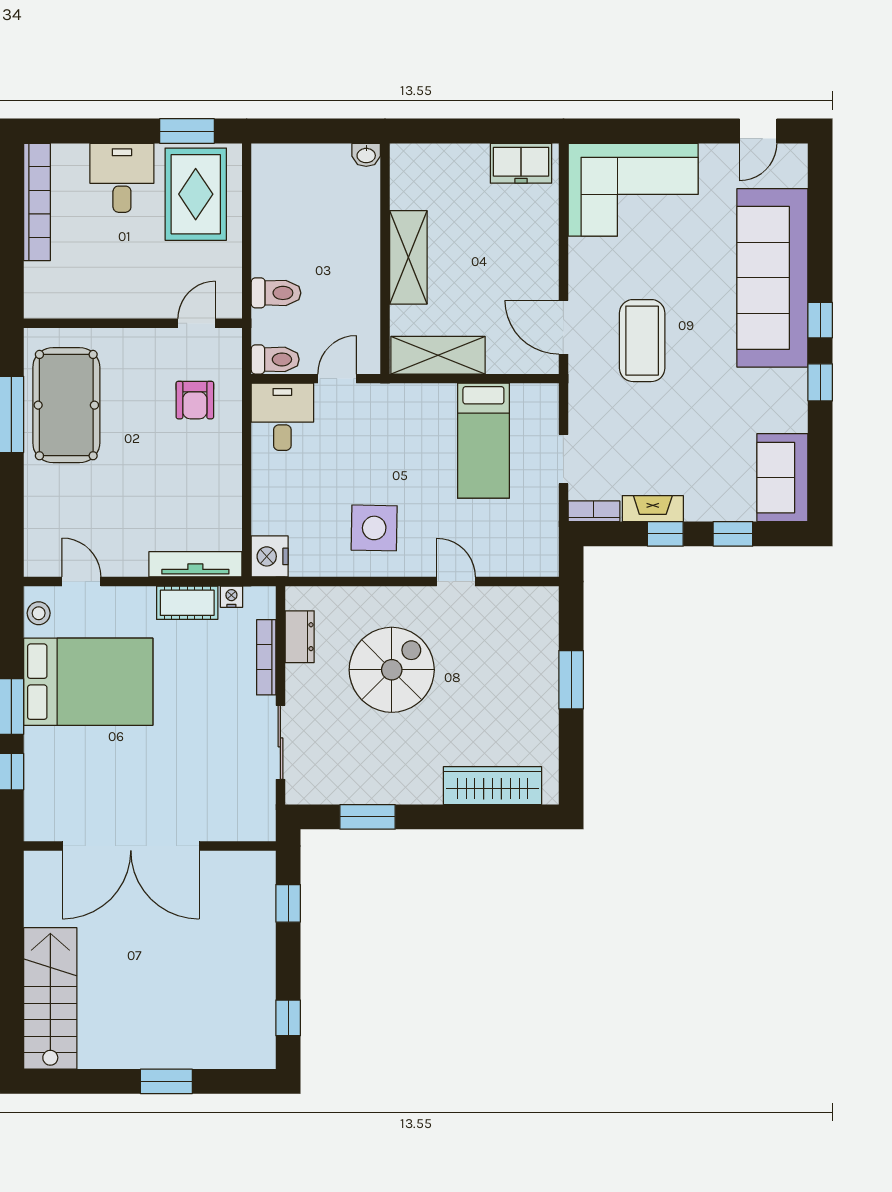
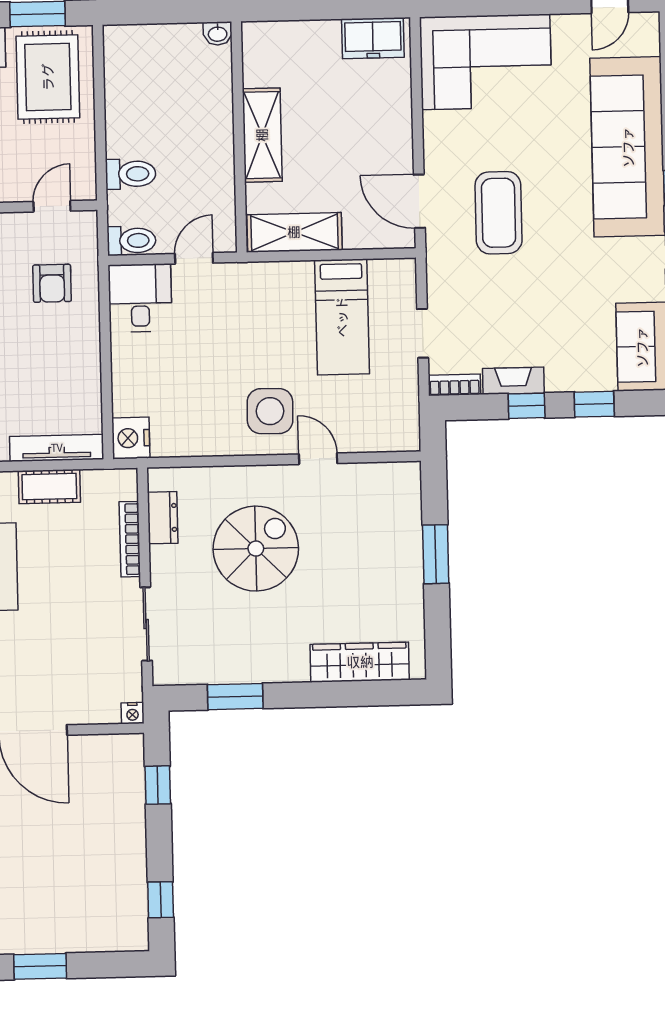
side table: (374, 528) -> (270, 411), moved
nightstand: (231, 597) -> (132, 713), moved, turned 180

